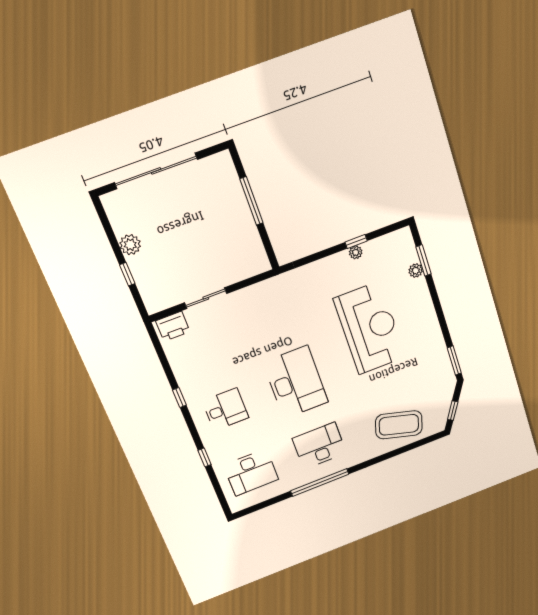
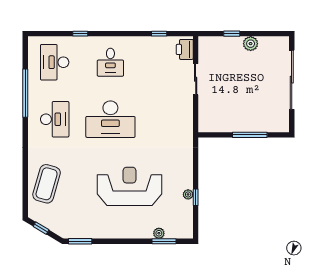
reception desk: (370, 328) -> (130, 186), turned 180
window: (179, 398) -> (159, 34), moved
window: (320, 482) -> (25, 93), moved

